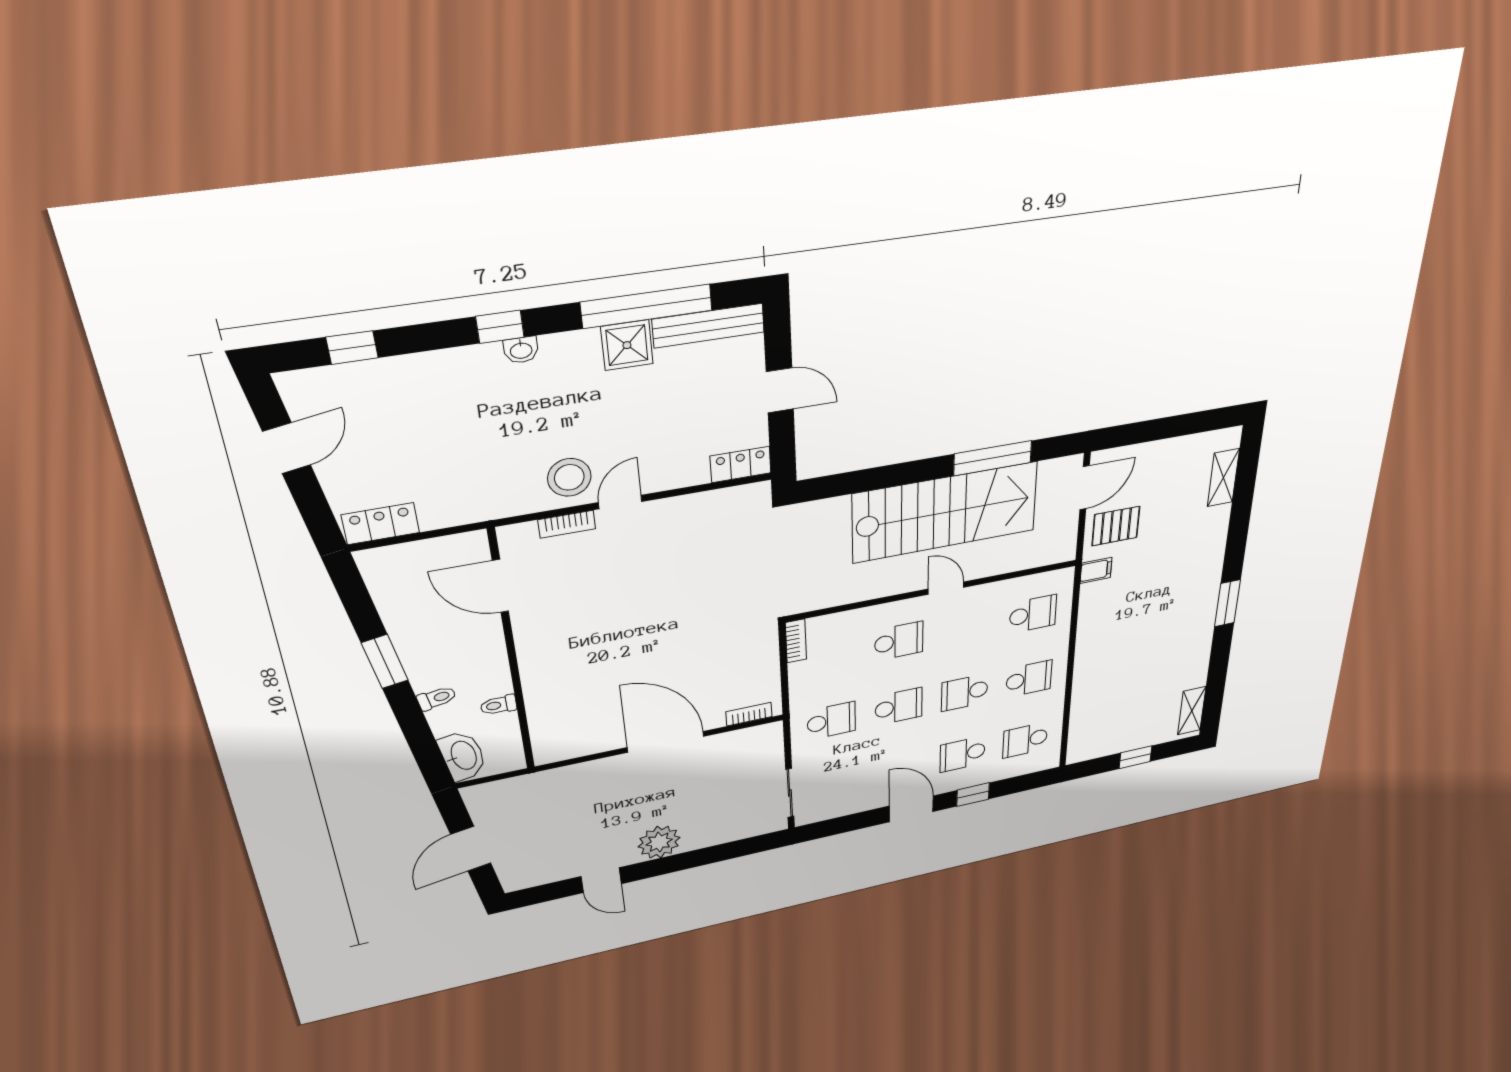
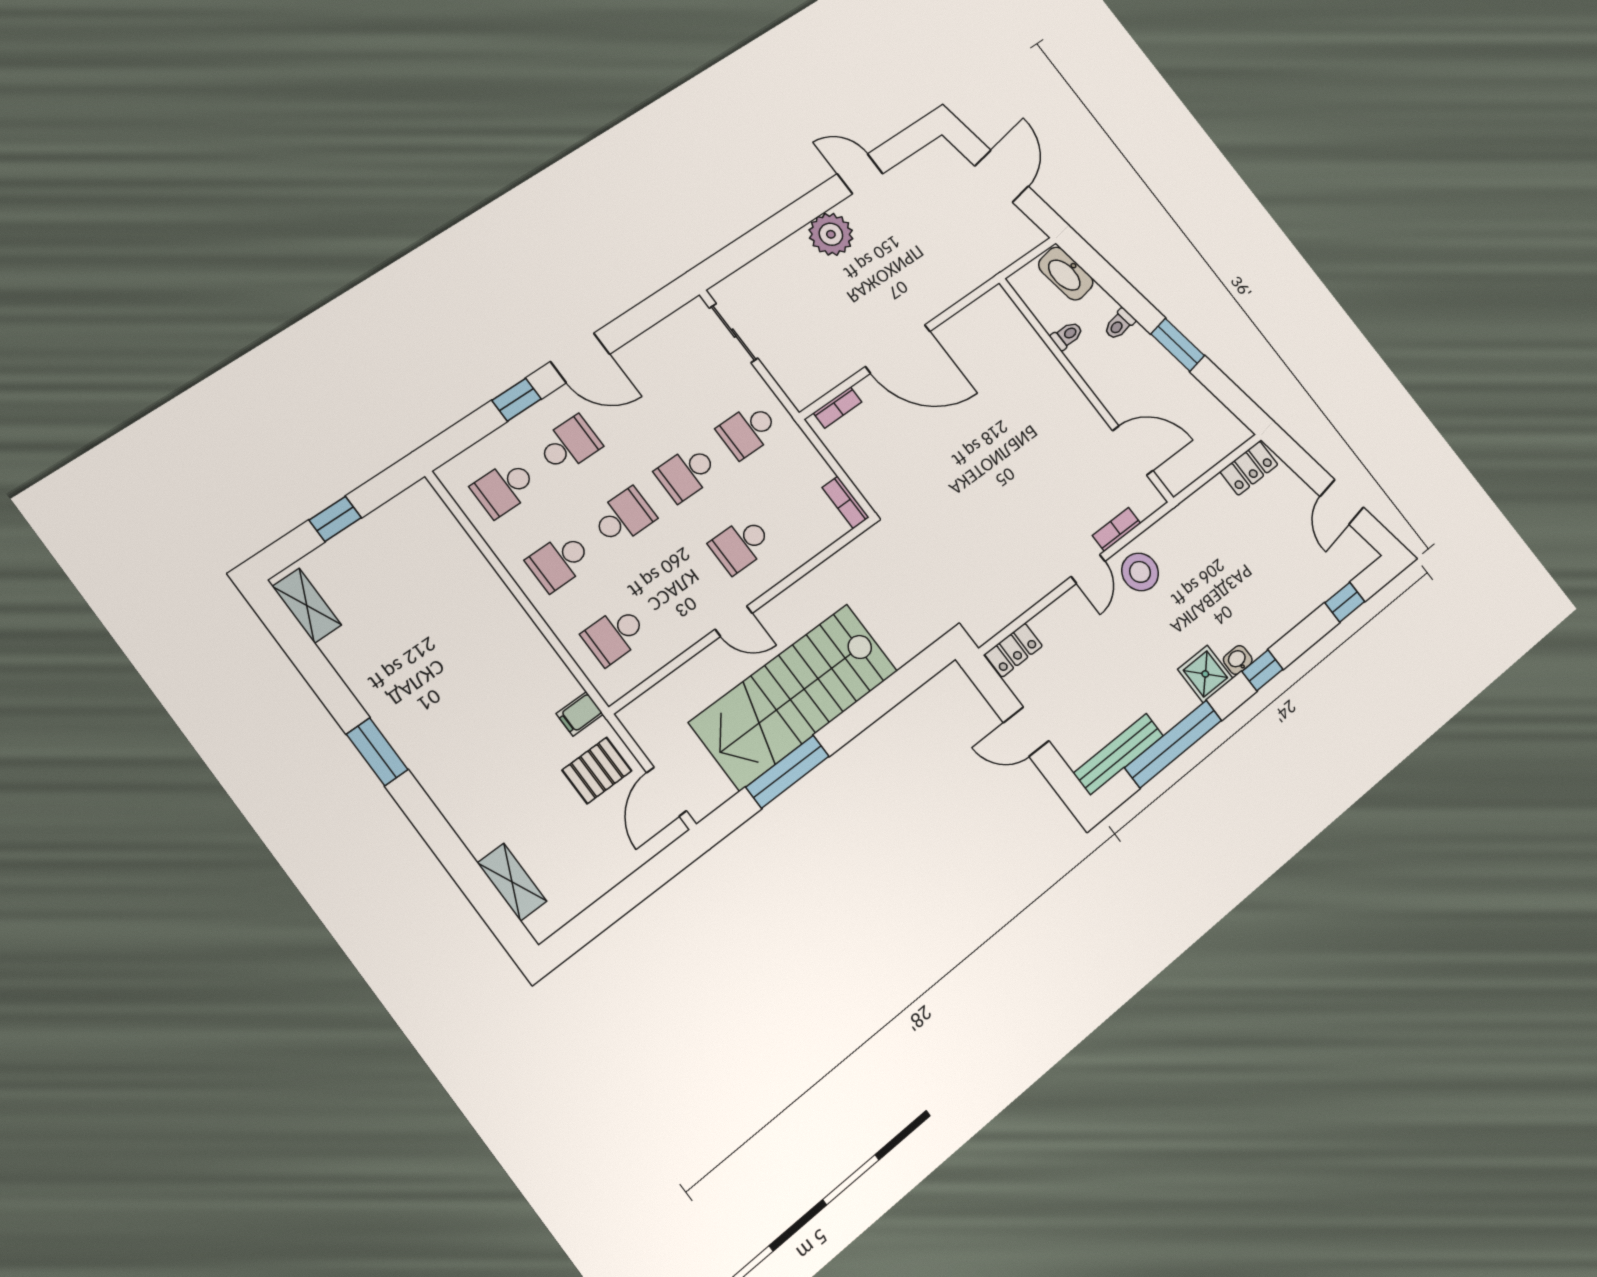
shower: (627, 345) -> (1205, 674), moved
school desk: (1025, 740) -> (504, 488), turned 180

